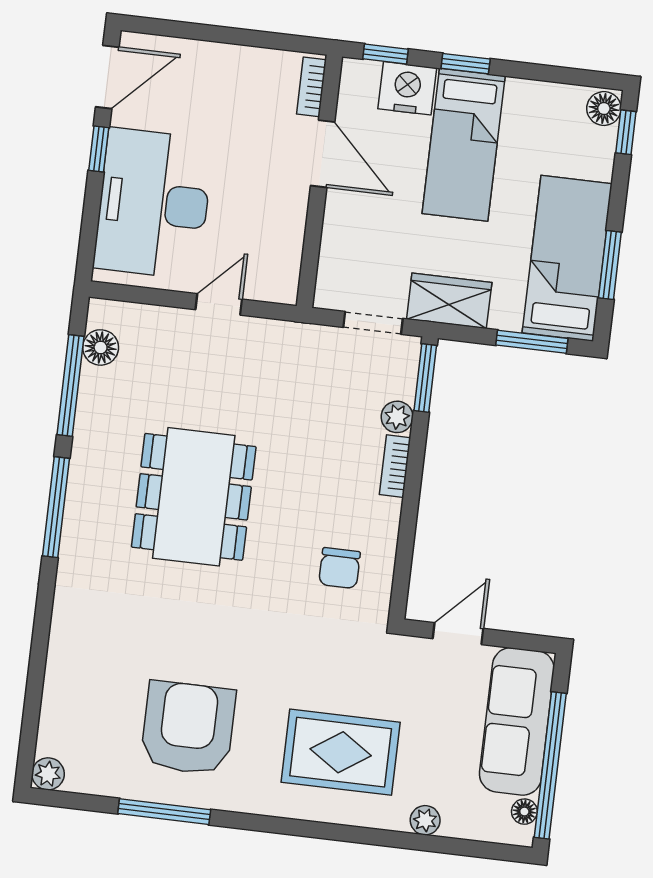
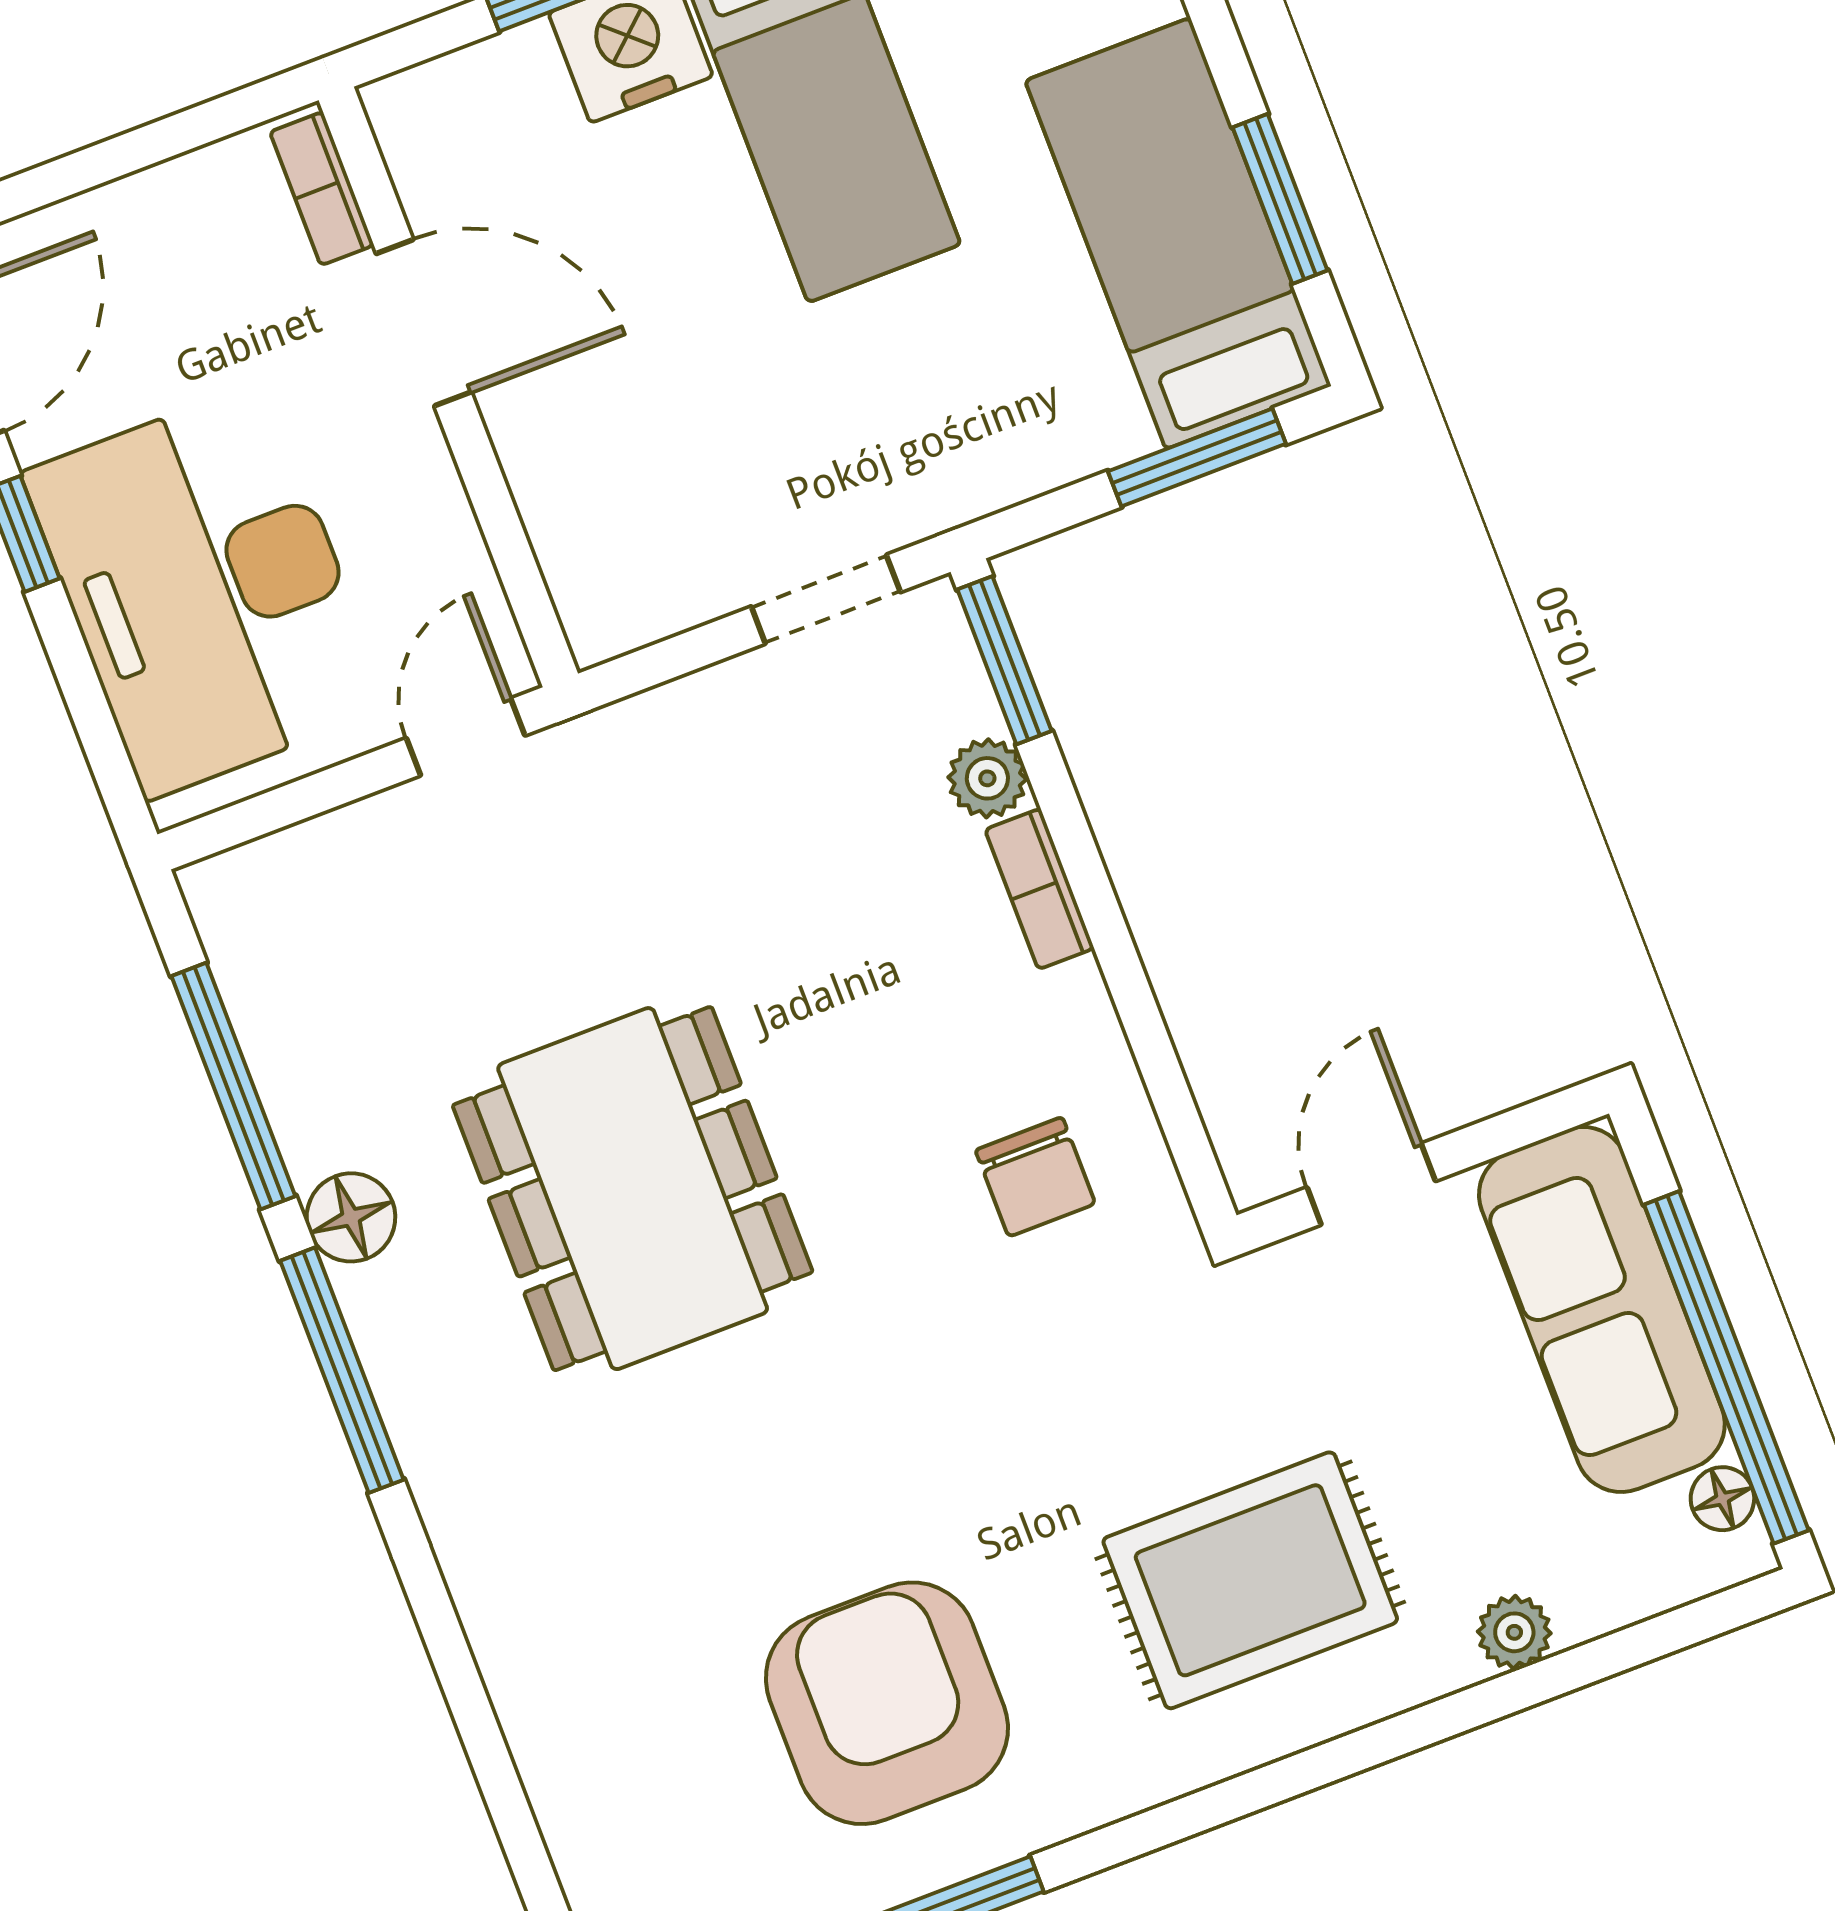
bookcase: (311, 87) -> (322, 189), moved
door: (323, 154) -> (424, 323), moved
wall: (319, 181) -> (448, 387), moved
wardrobe: (449, 301) -> (968, 463), removed
floor lamp: (101, 347) -> (351, 1217), moved

